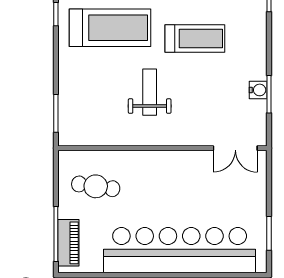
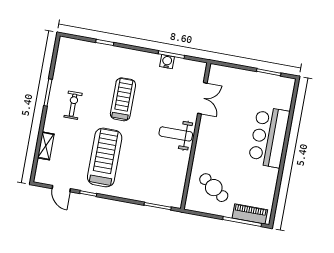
weight bench: (150, 92) -> (176, 134), moved
double door: (235, 148) -> (202, 98), moved
cafe table: (96, 186) -> (214, 188), turned -63
bar counter: (180, 250) -> (269, 137), width x0.54

